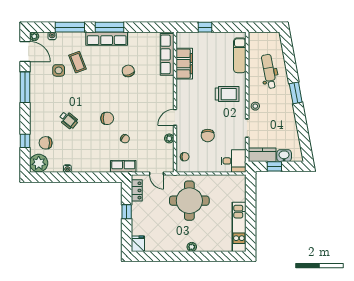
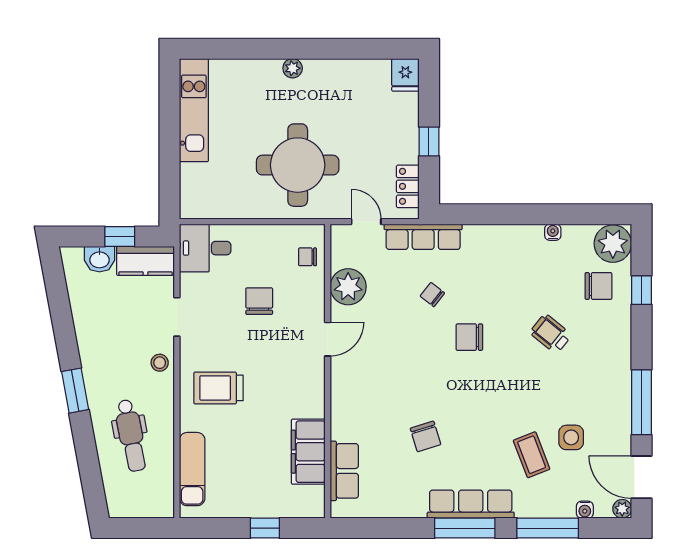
row of seats: (167, 54) -> (344, 471), width x0.68
plant: (169, 138) -> (348, 287), width x1.87, depth x1.87
row of seats: (123, 166) -> (423, 237), width x1.48

